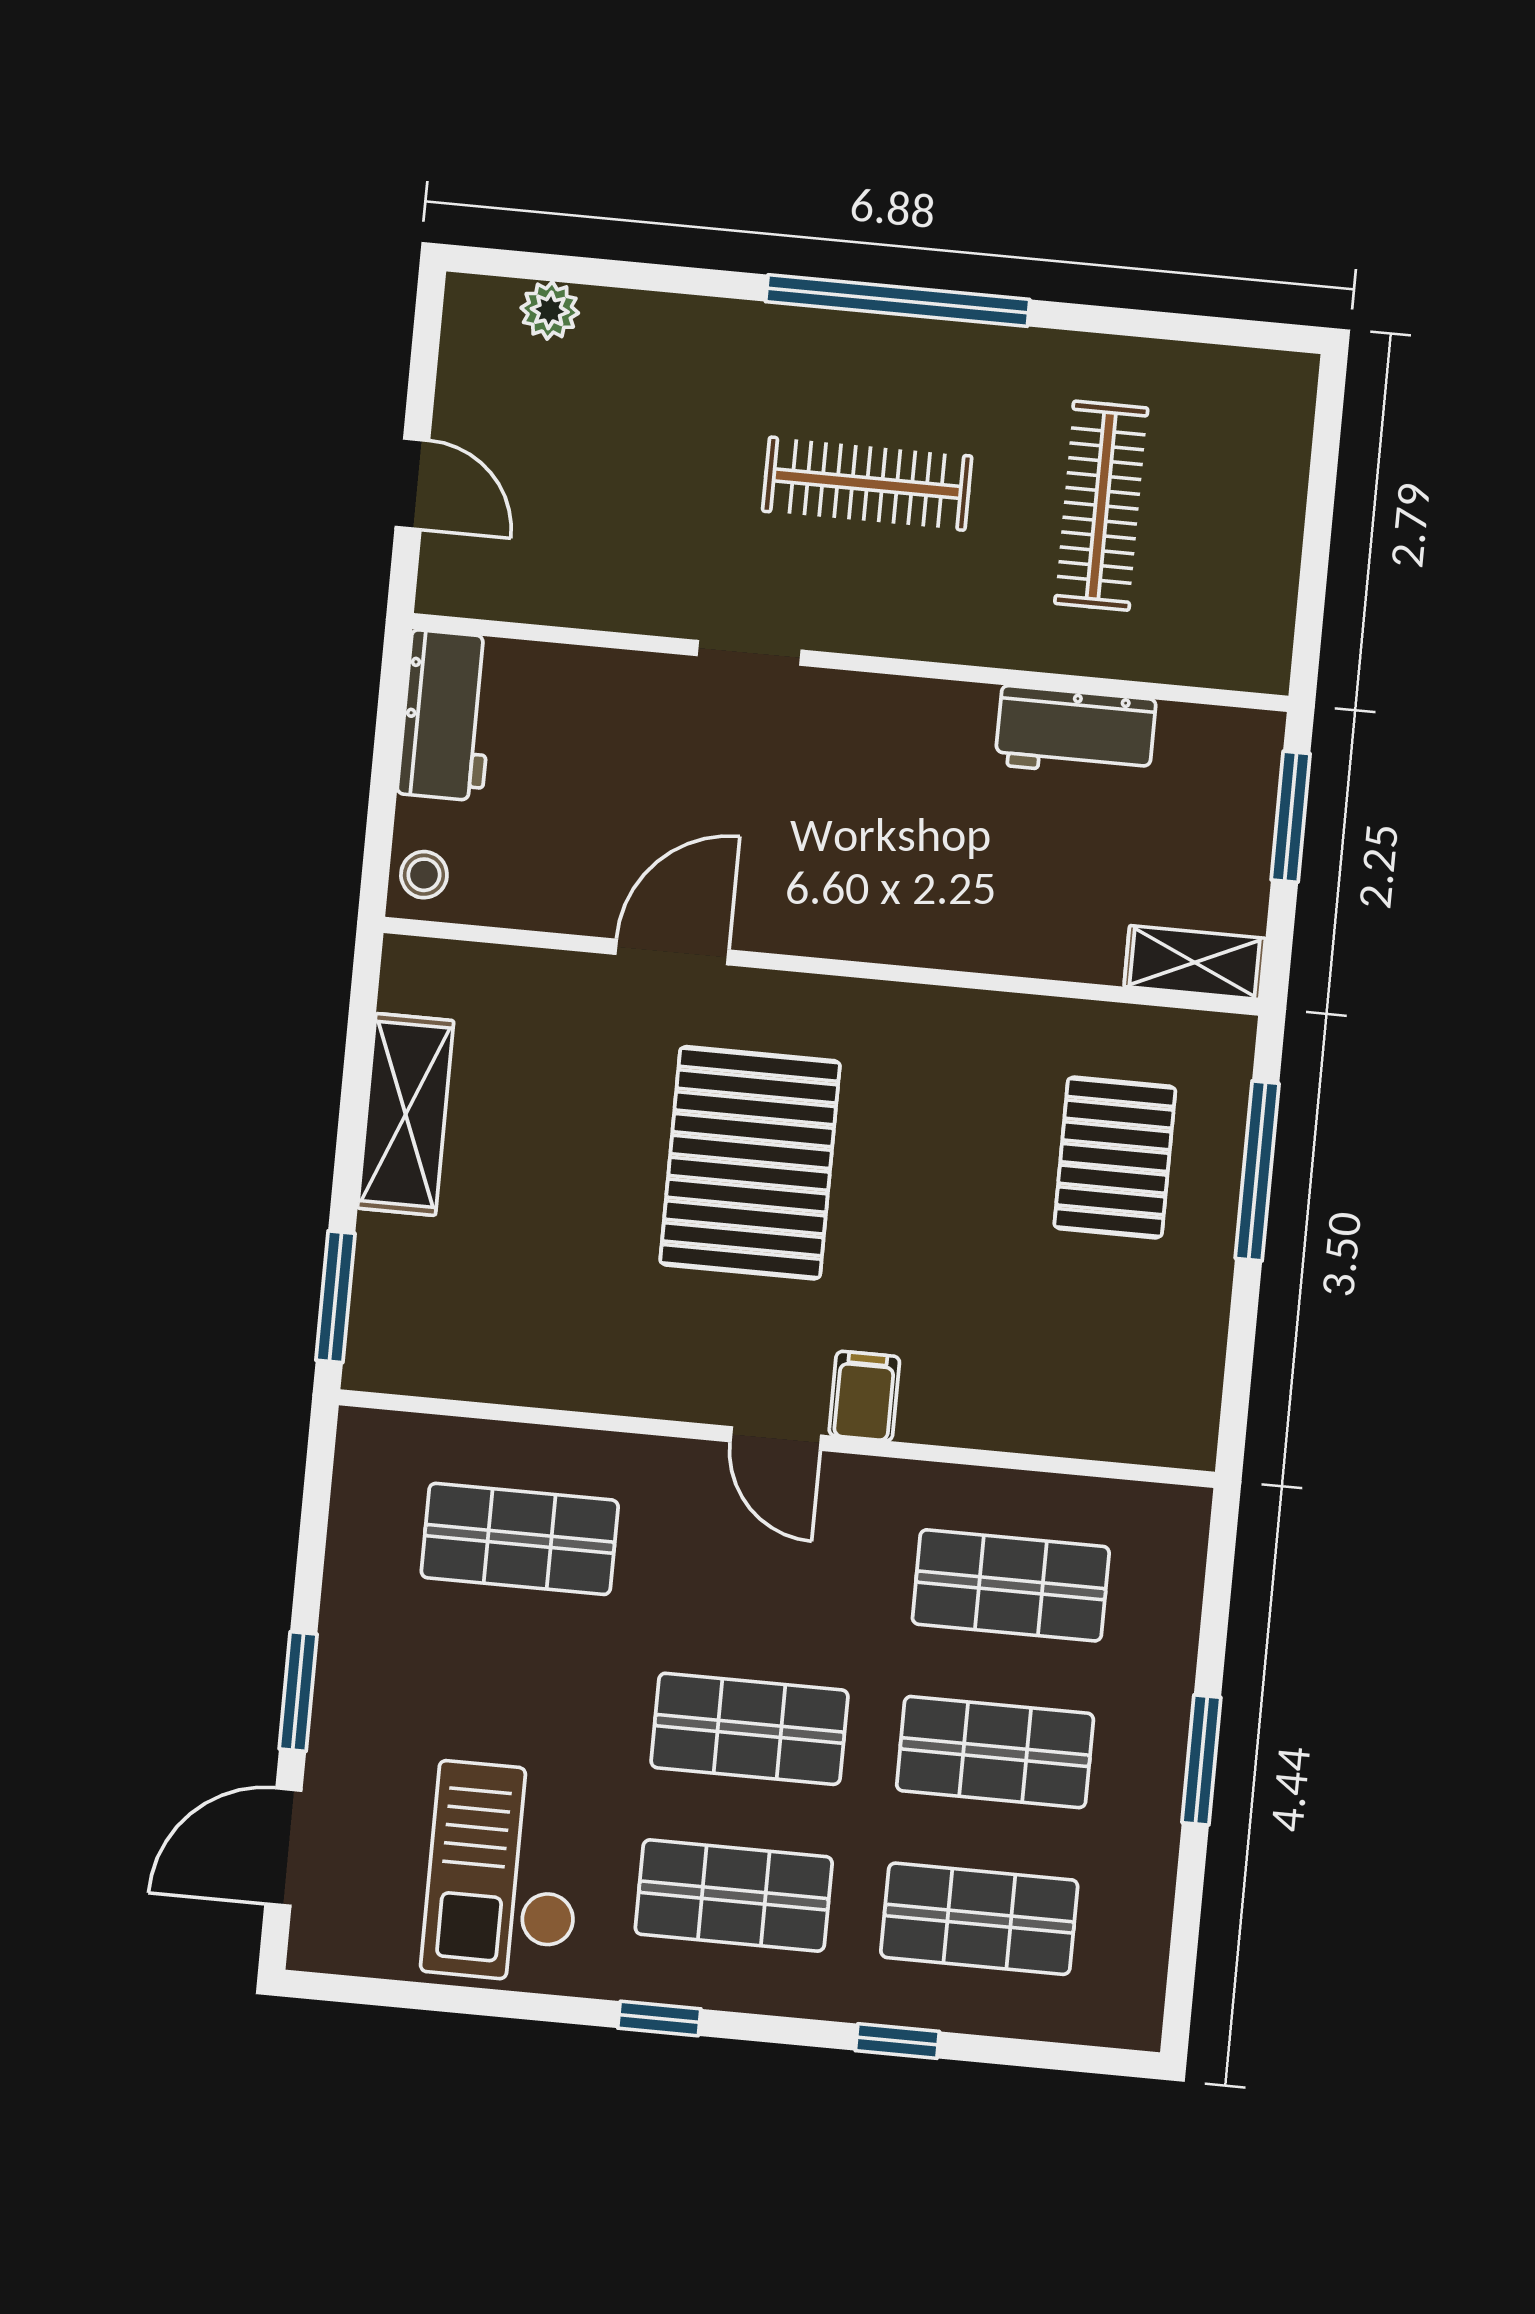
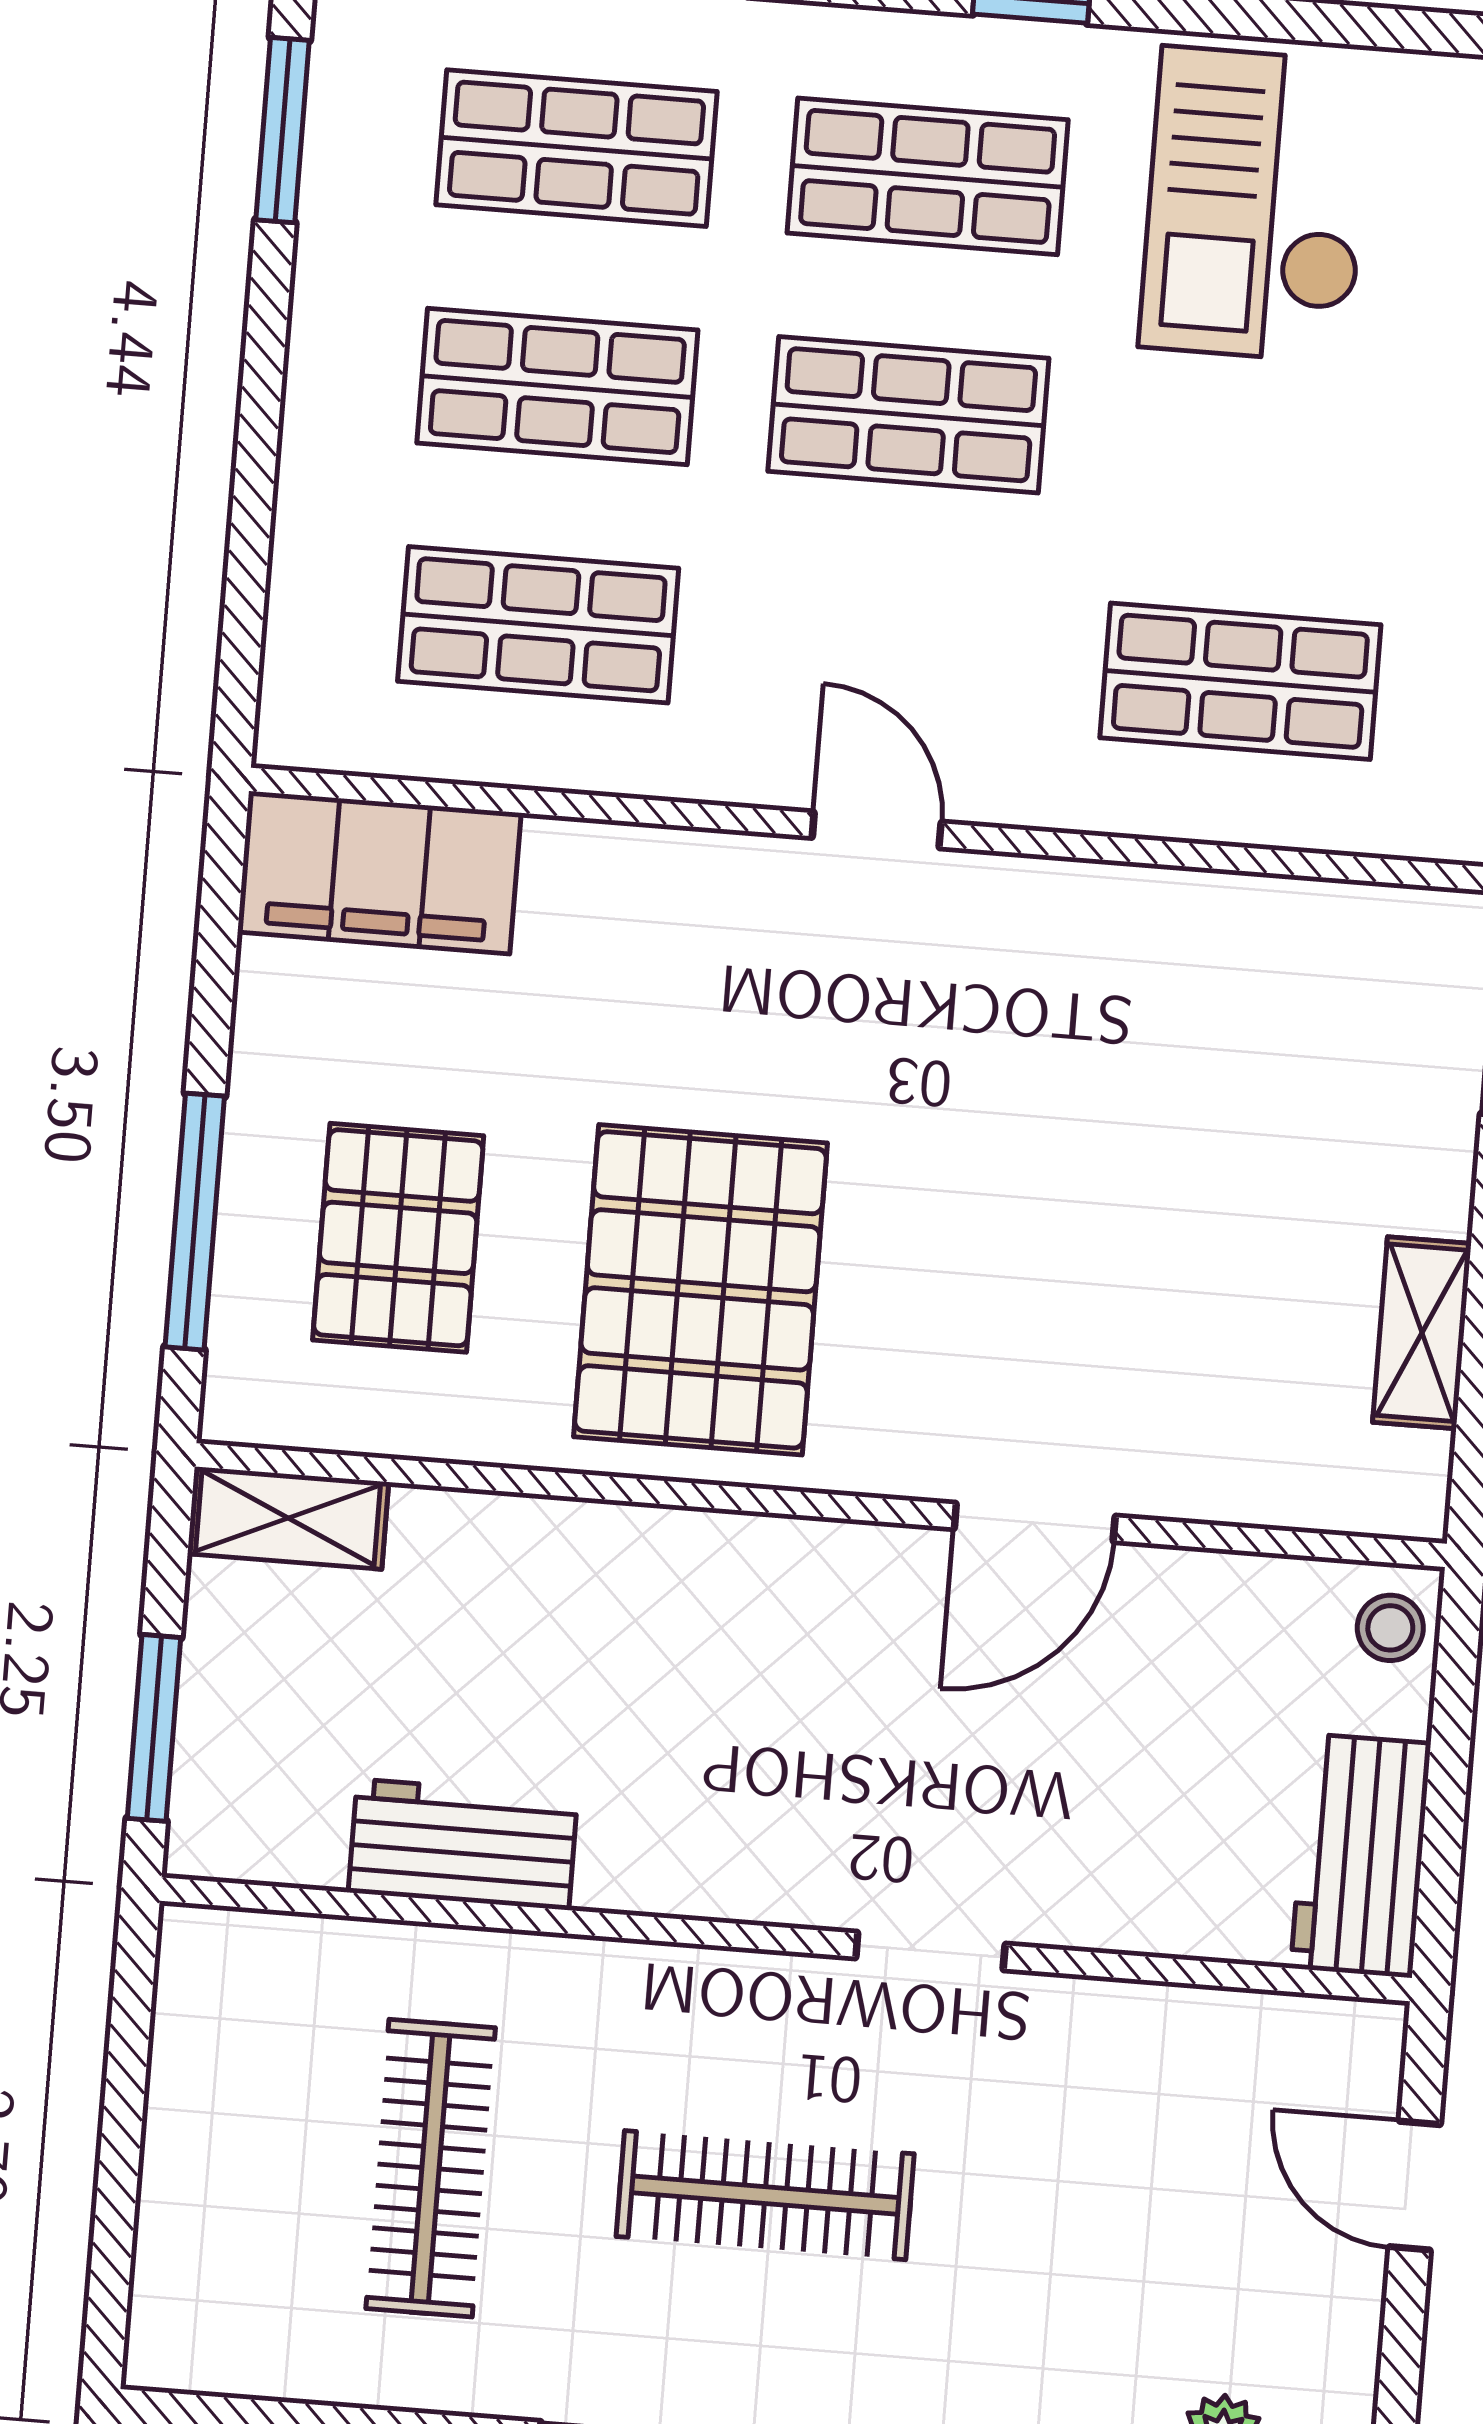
shelving: (406, 1114) -> (1422, 1333), width x0.67, depth x0.75
pallet: (750, 1163) -> (700, 1290), moved
filing cabinet: (864, 1396) -> (379, 872), moved, width x3.00, depth x1.17
window: (1201, 1760) -> (283, 130), moved
checkout: (504, 1873) -> (1256, 205), turned 180

